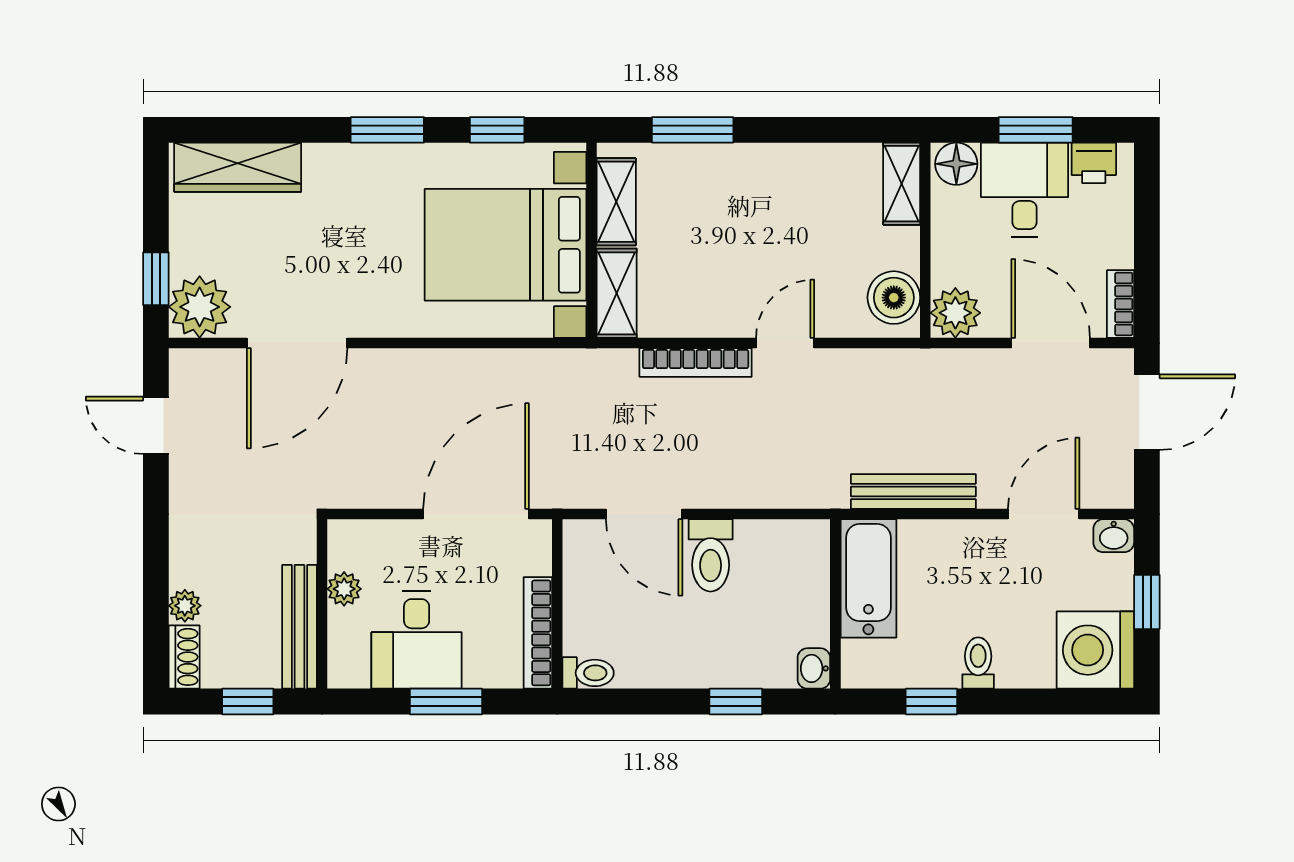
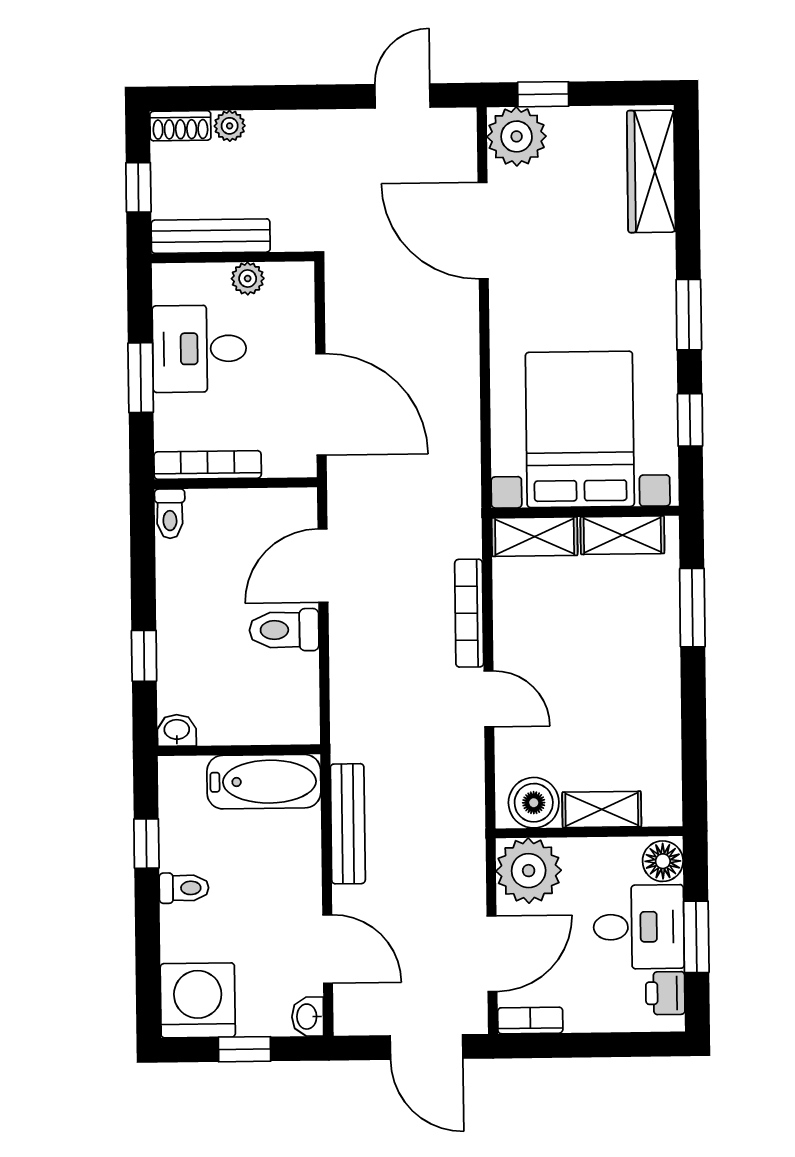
shelving: (902, 184) -> (602, 809), moved
plant: (955, 313) -> (529, 871), width x1.36, depth x1.36

